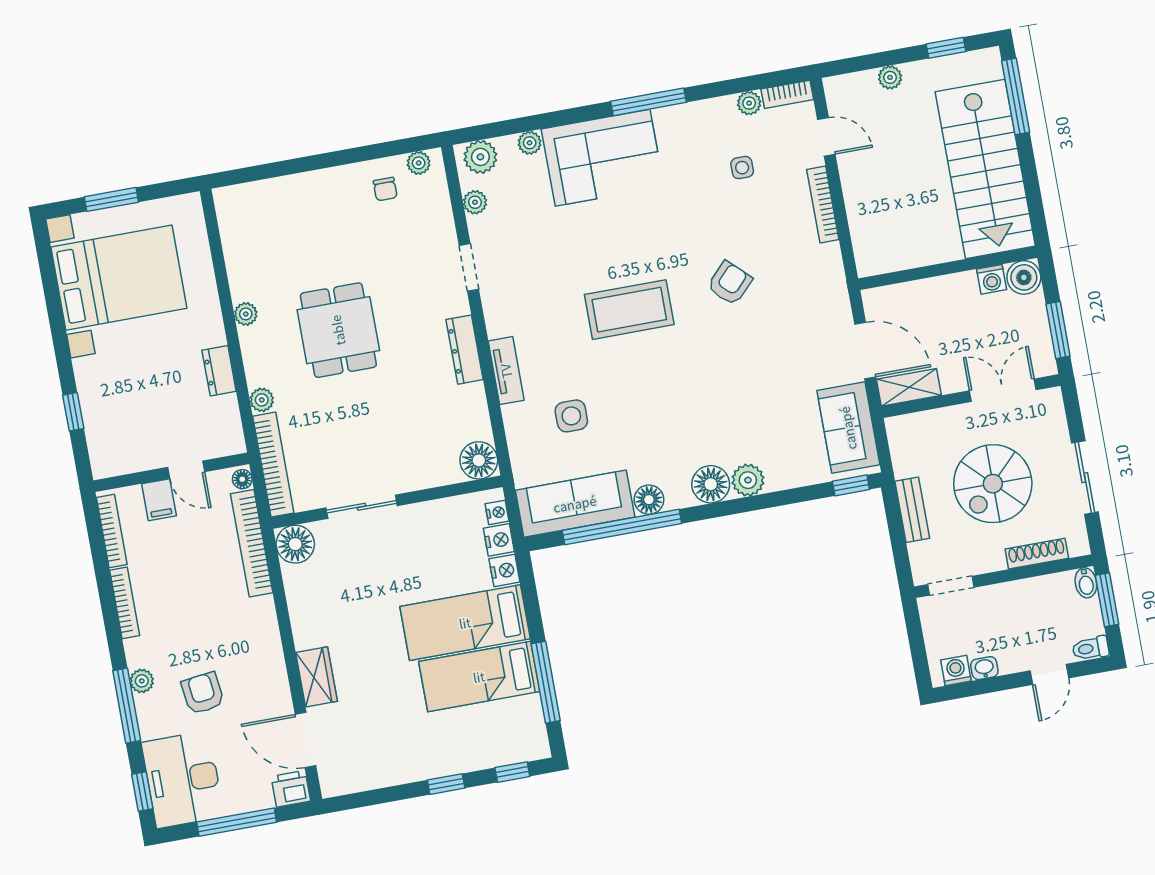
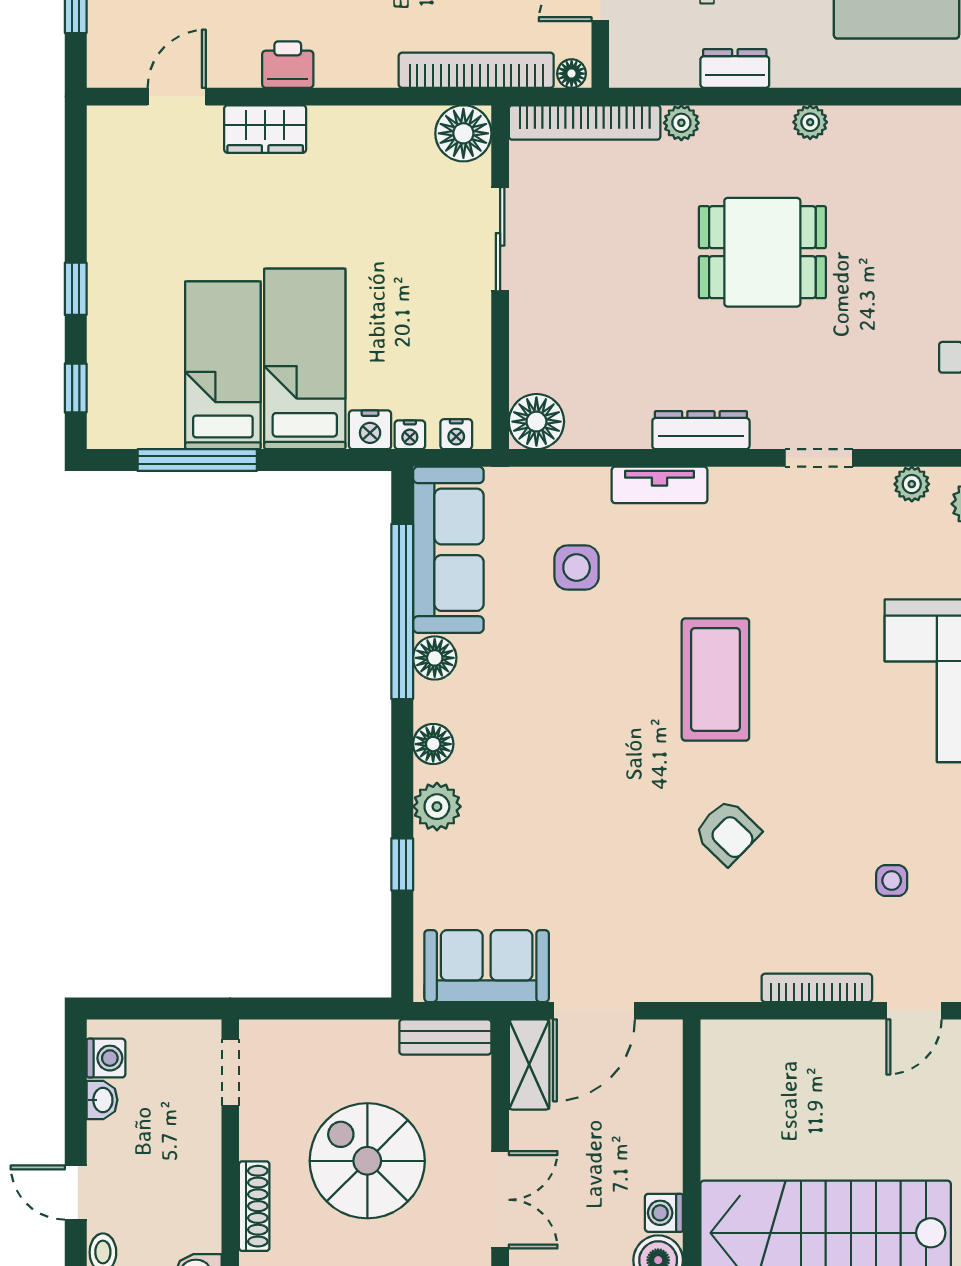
floor lamp: (711, 484) -> (433, 744), width x0.73, depth x0.73
window: (851, 485) -> (402, 864), moved
bench: (912, 510) -> (445, 1037), moved
nightstand: (499, 540) -> (410, 435), width x0.72, depth x0.74
door: (306, 740) -> (177, 97), width x0.73
printer: (291, 789) -> (288, 65), moved, turned -90

